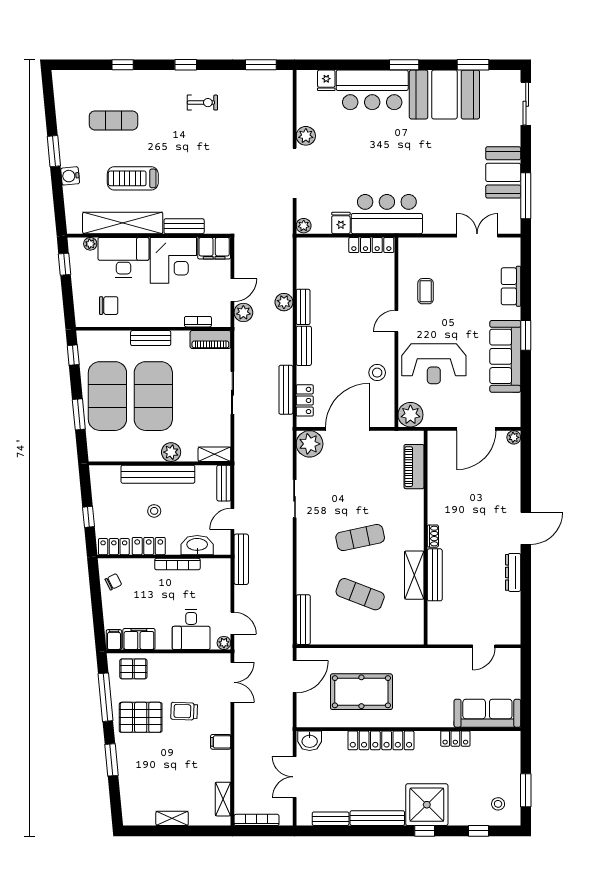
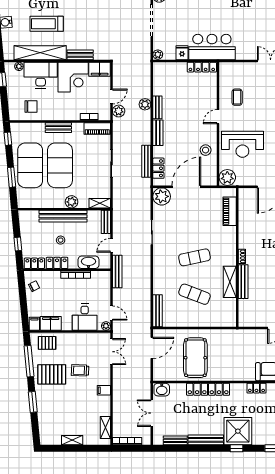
pool table: (361, 692) -> (195, 358), turned 90

